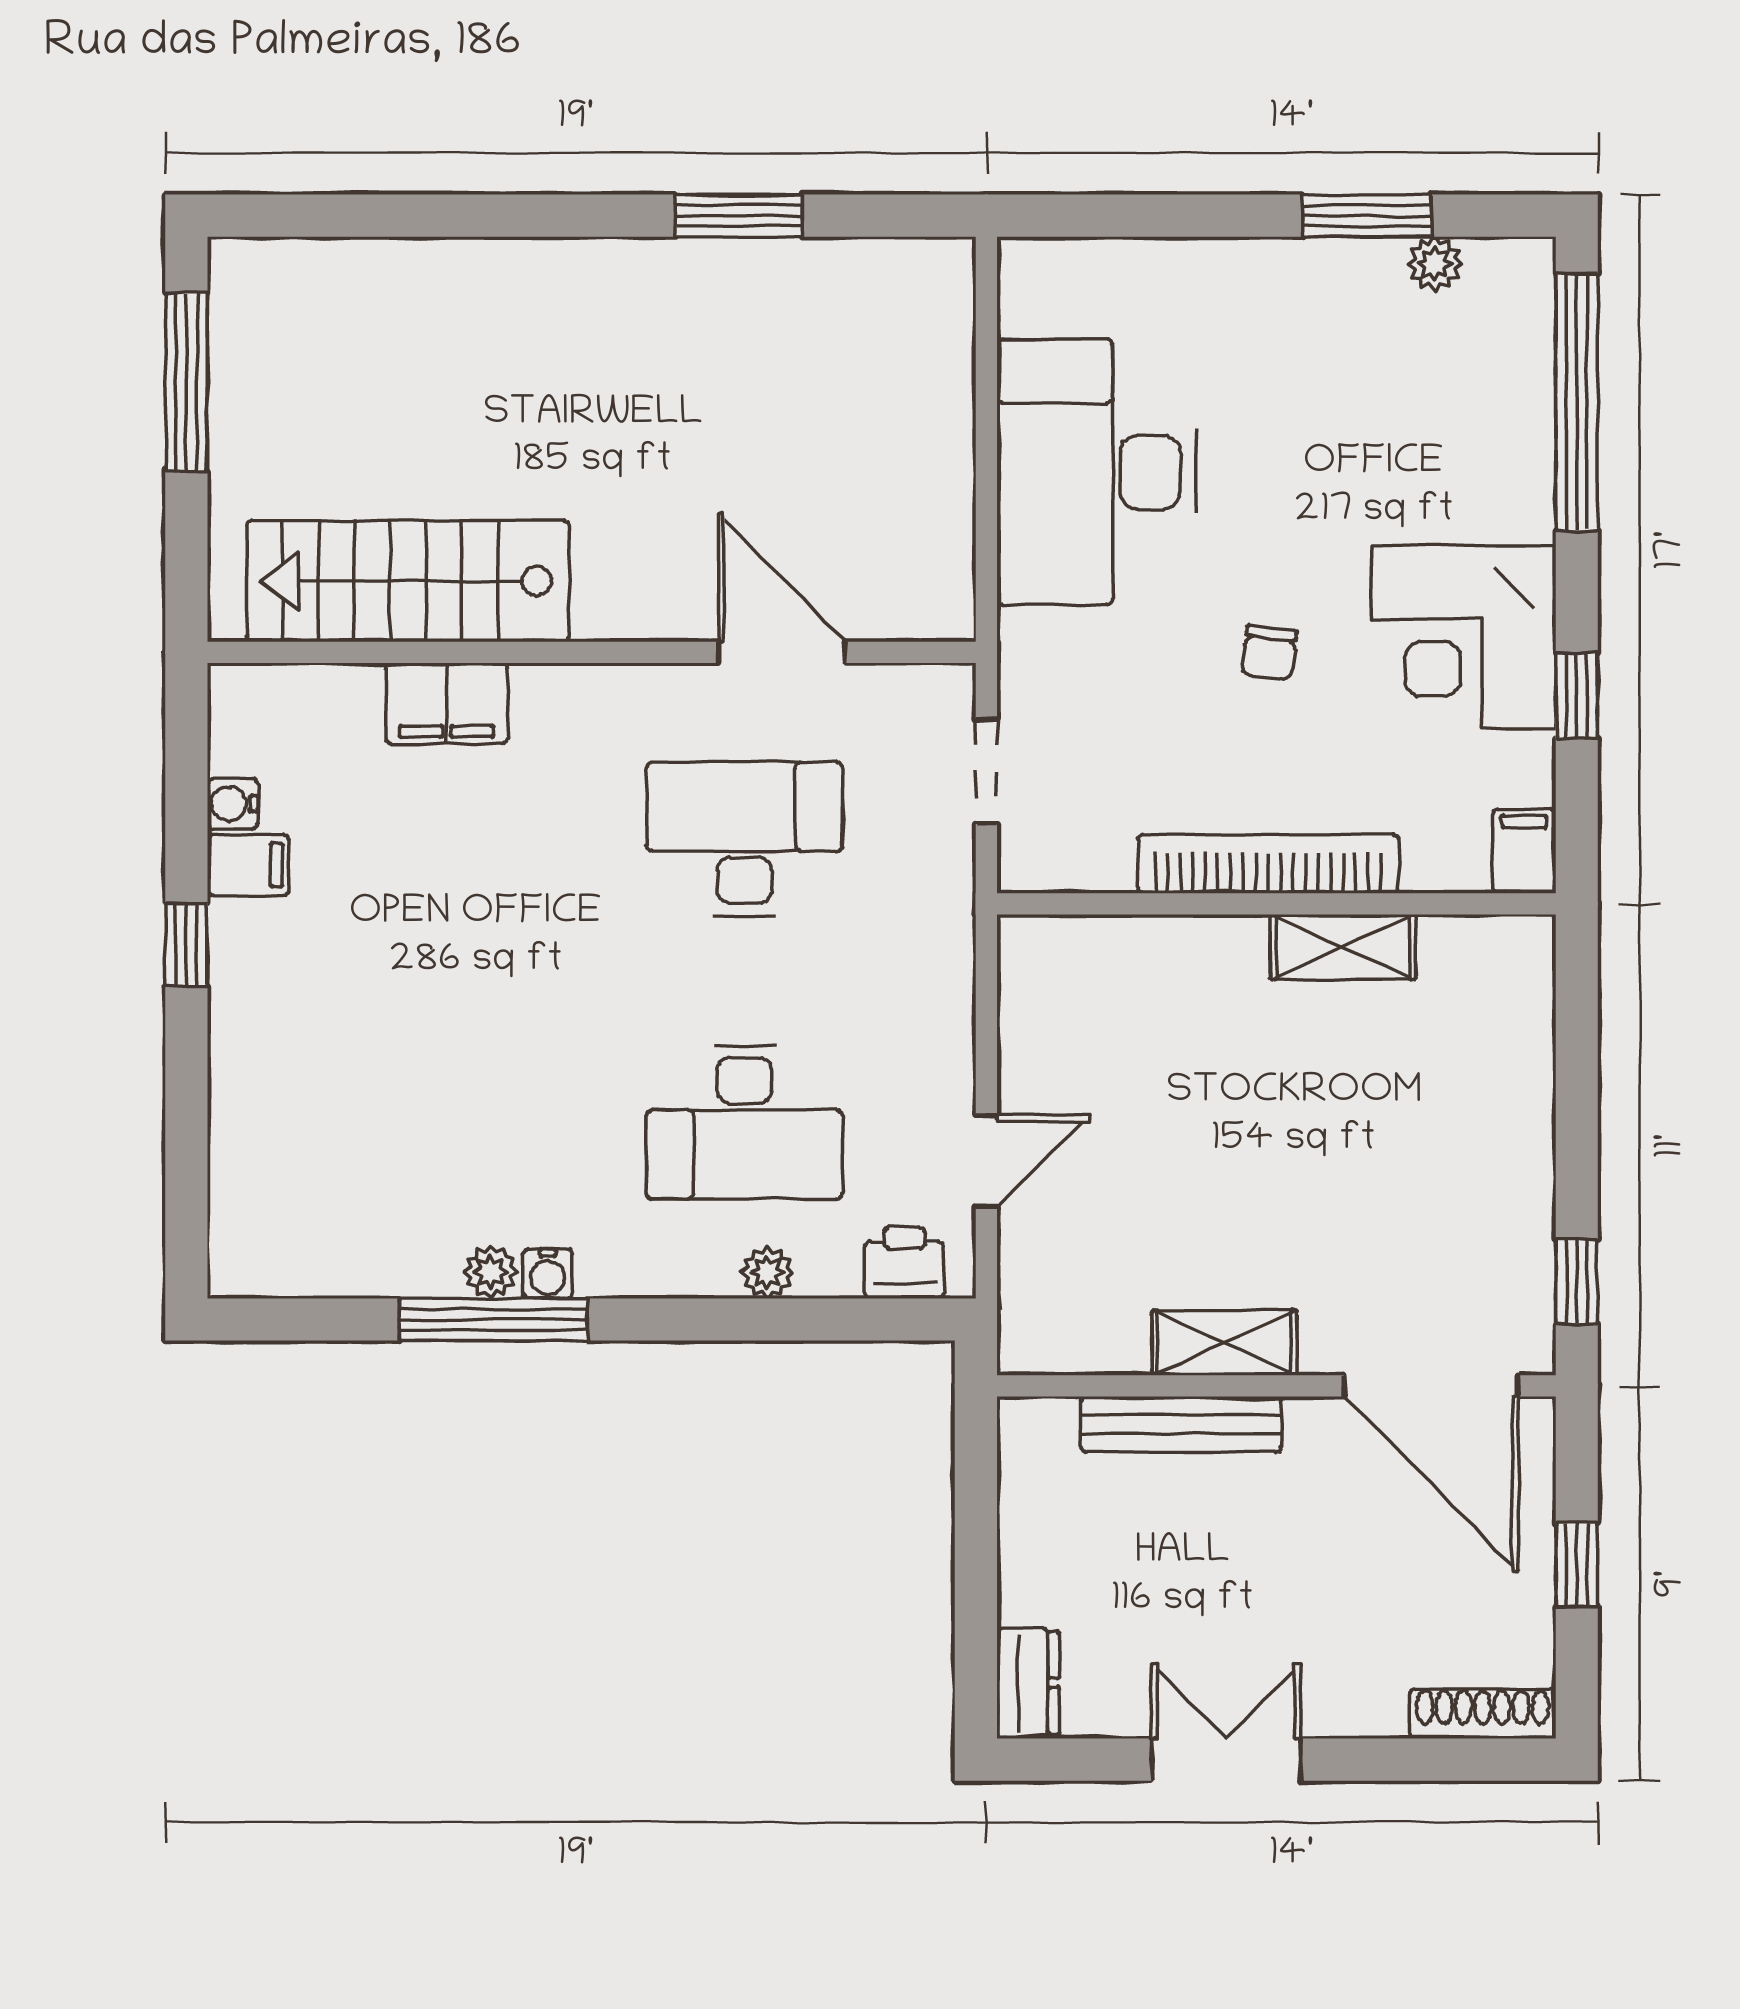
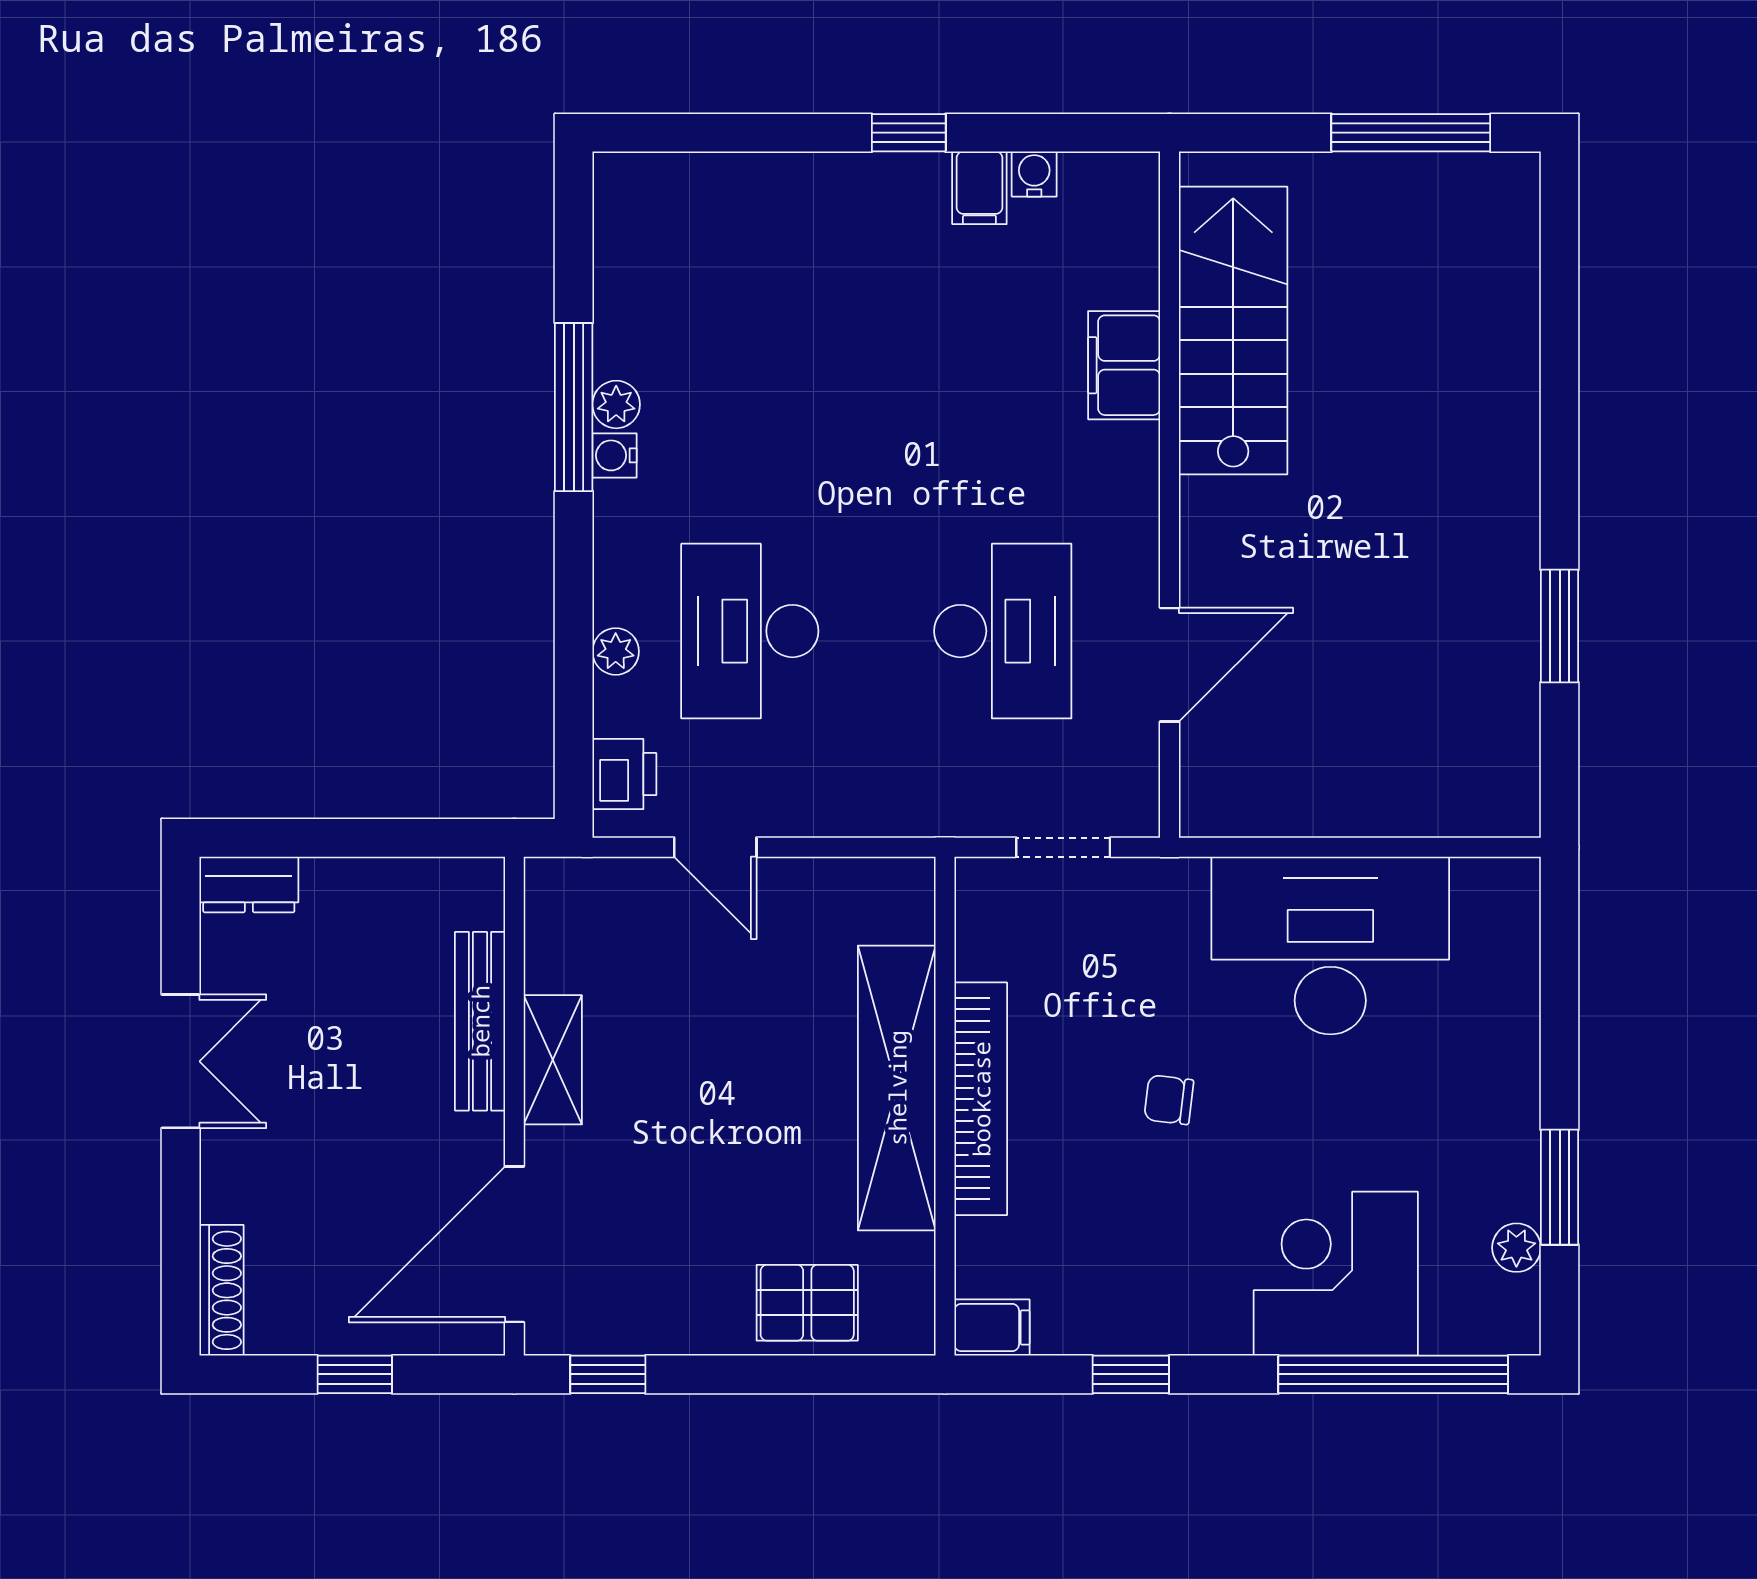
corner desk: (1464, 637) -> (1336, 1274), moved
shelving: (1343, 947) -> (897, 1088), width x2.20, depth x1.33
pallet: (1496, 1058) -> (807, 1303), added

